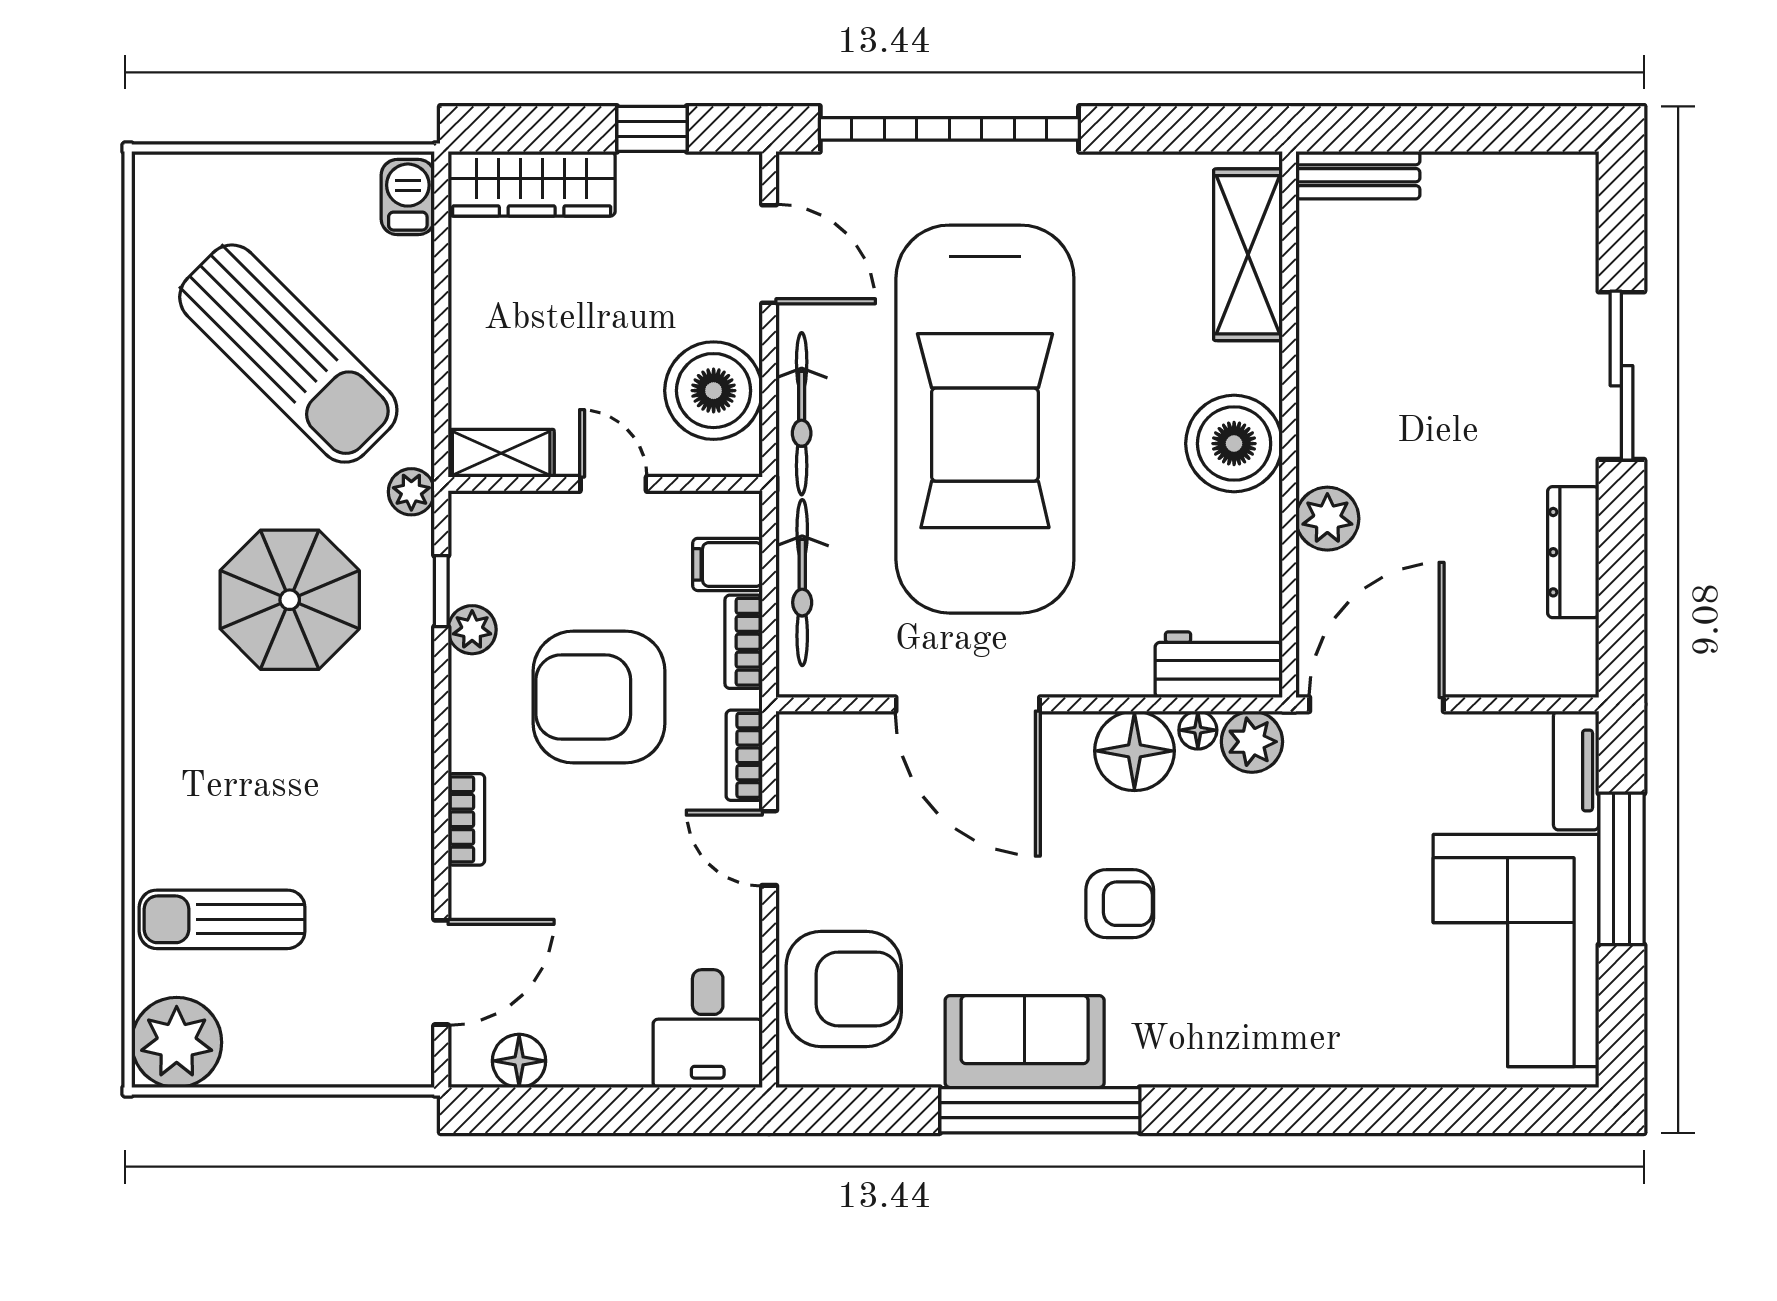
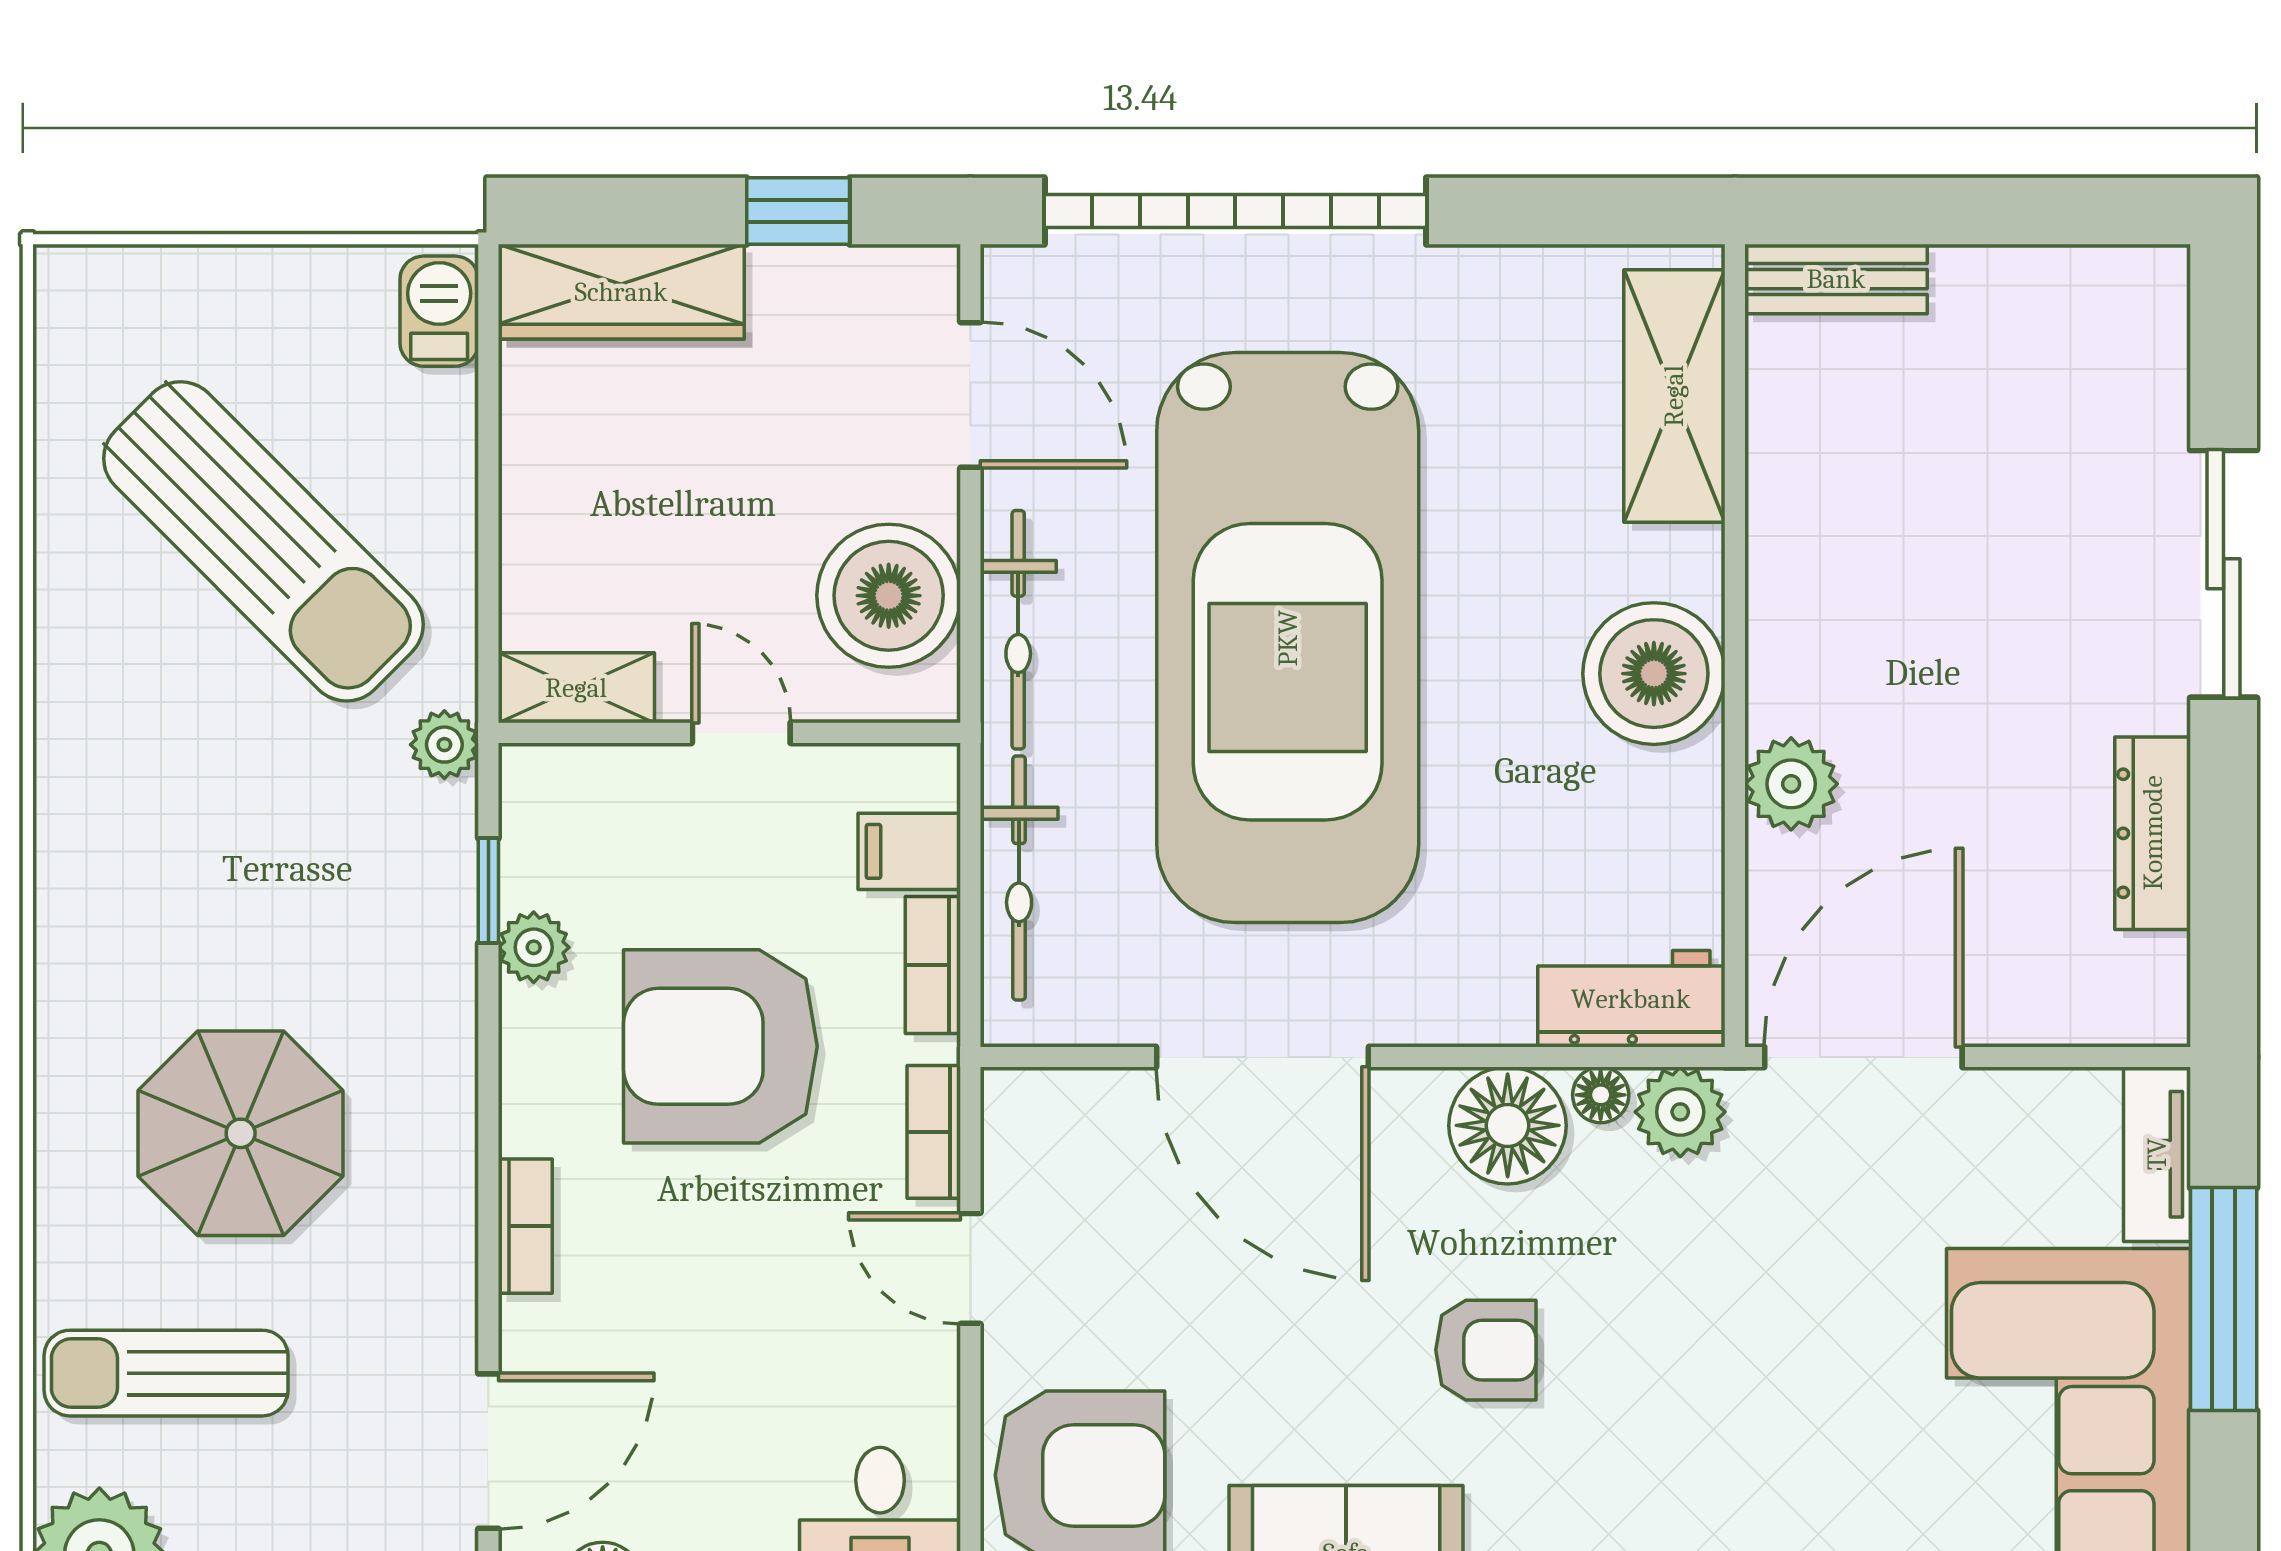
parasol: (290, 600) -> (241, 1133), moved

